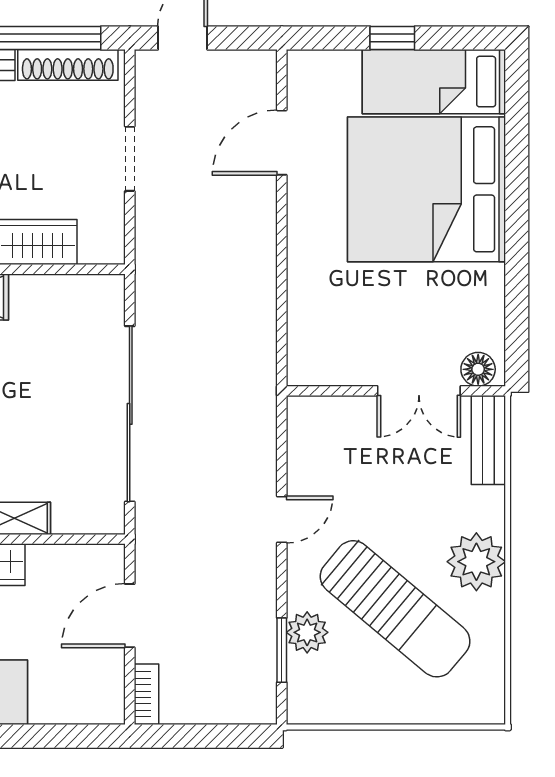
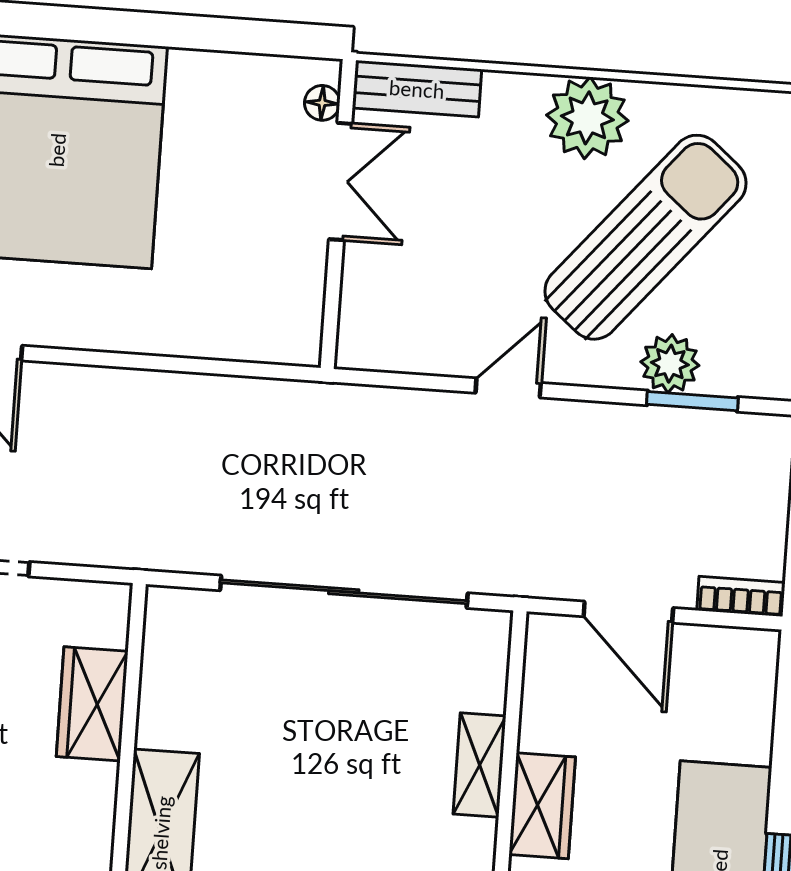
floor lamp: (478, 369) -> (322, 103), width x0.73, depth x0.73
door: (282, 520) -> (508, 388), hinge flipped

